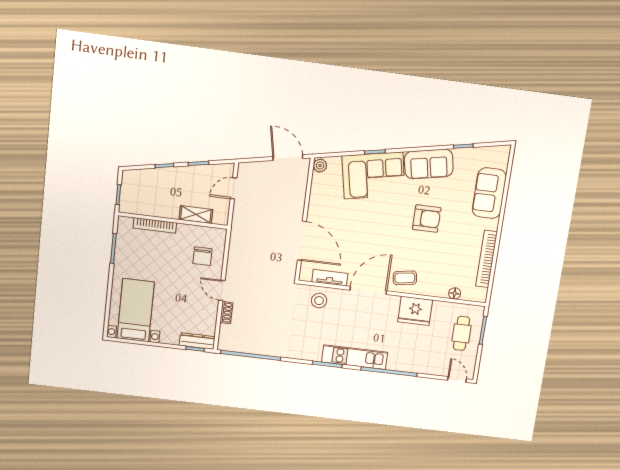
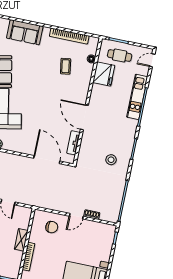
shelving: (196, 215) -> (21, 240), moved
armchair: (427, 219) -> (39, 75), removed
door: (302, 241) -> (47, 160), hinge flipped
coffee table: (405, 278) -> (66, 66), moved
stool: (319, 301) -> (111, 160), moved
fridge: (415, 311) -> (104, 74), moved
dresser: (197, 341) -> (110, 236), removed
kitchen unit: (355, 357) -> (137, 97), moved

